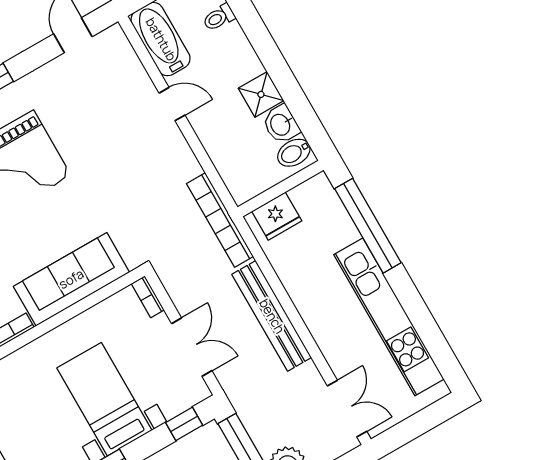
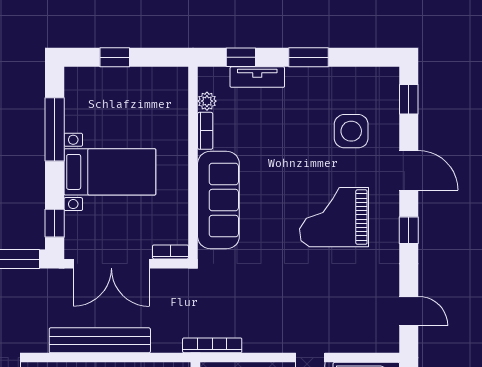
bookcase: (220, 220) -> (212, 345), width x0.68, depth x0.76
double door: (192, 347) -> (111, 264), width x1.37

